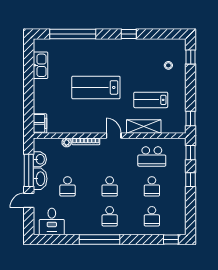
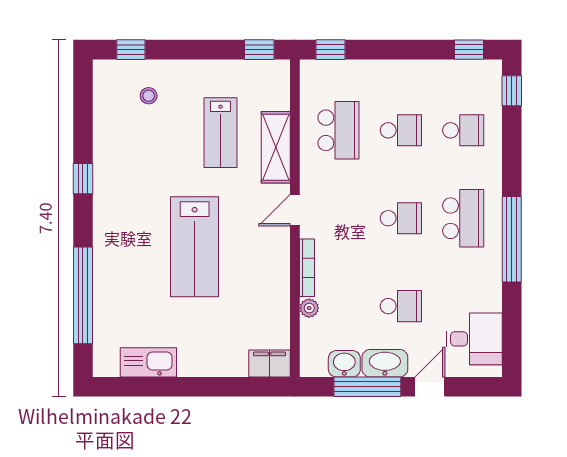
window: (191, 180) -> (469, 50), moved
door: (29, 200) -> (430, 387), swing flipped
school desk: (110, 216) -> (463, 218), width x1.85

